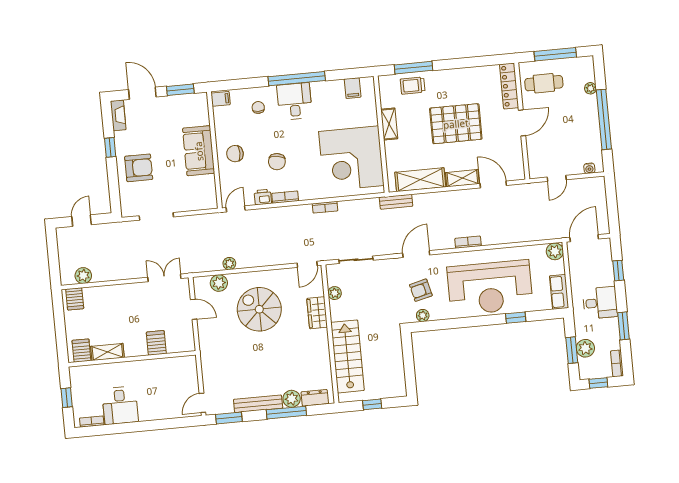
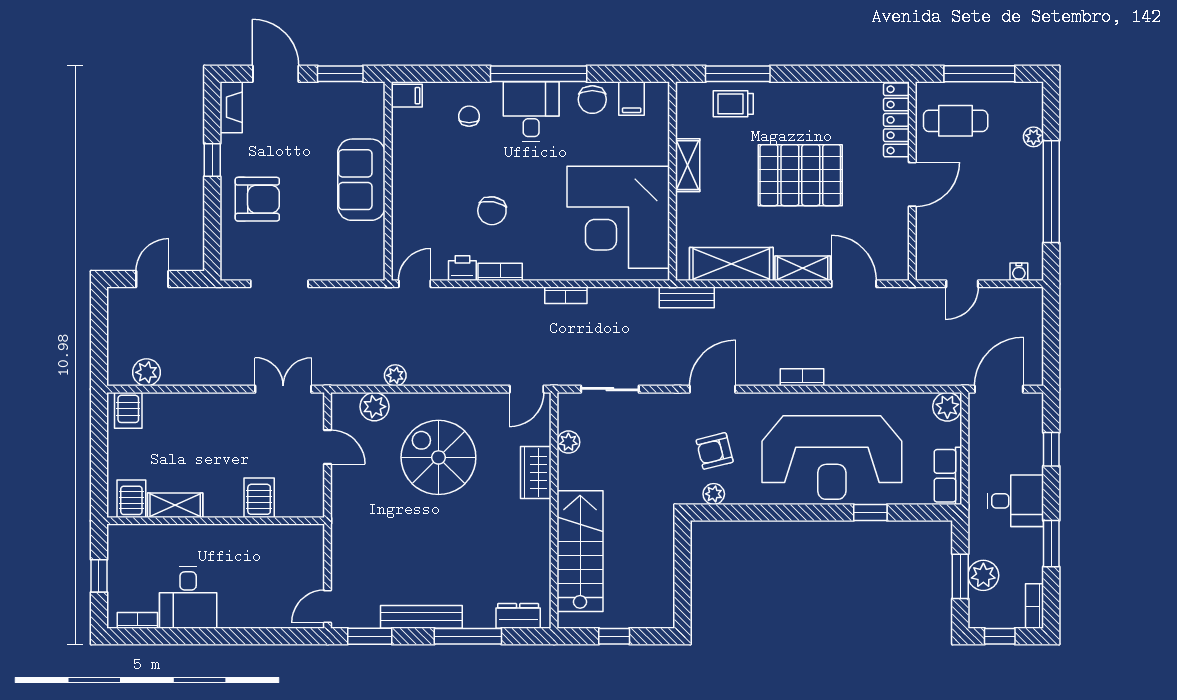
chair: (235, 154) -> (592, 100), moved, turned -90
plant: (292, 399) -> (479, 614), removed

